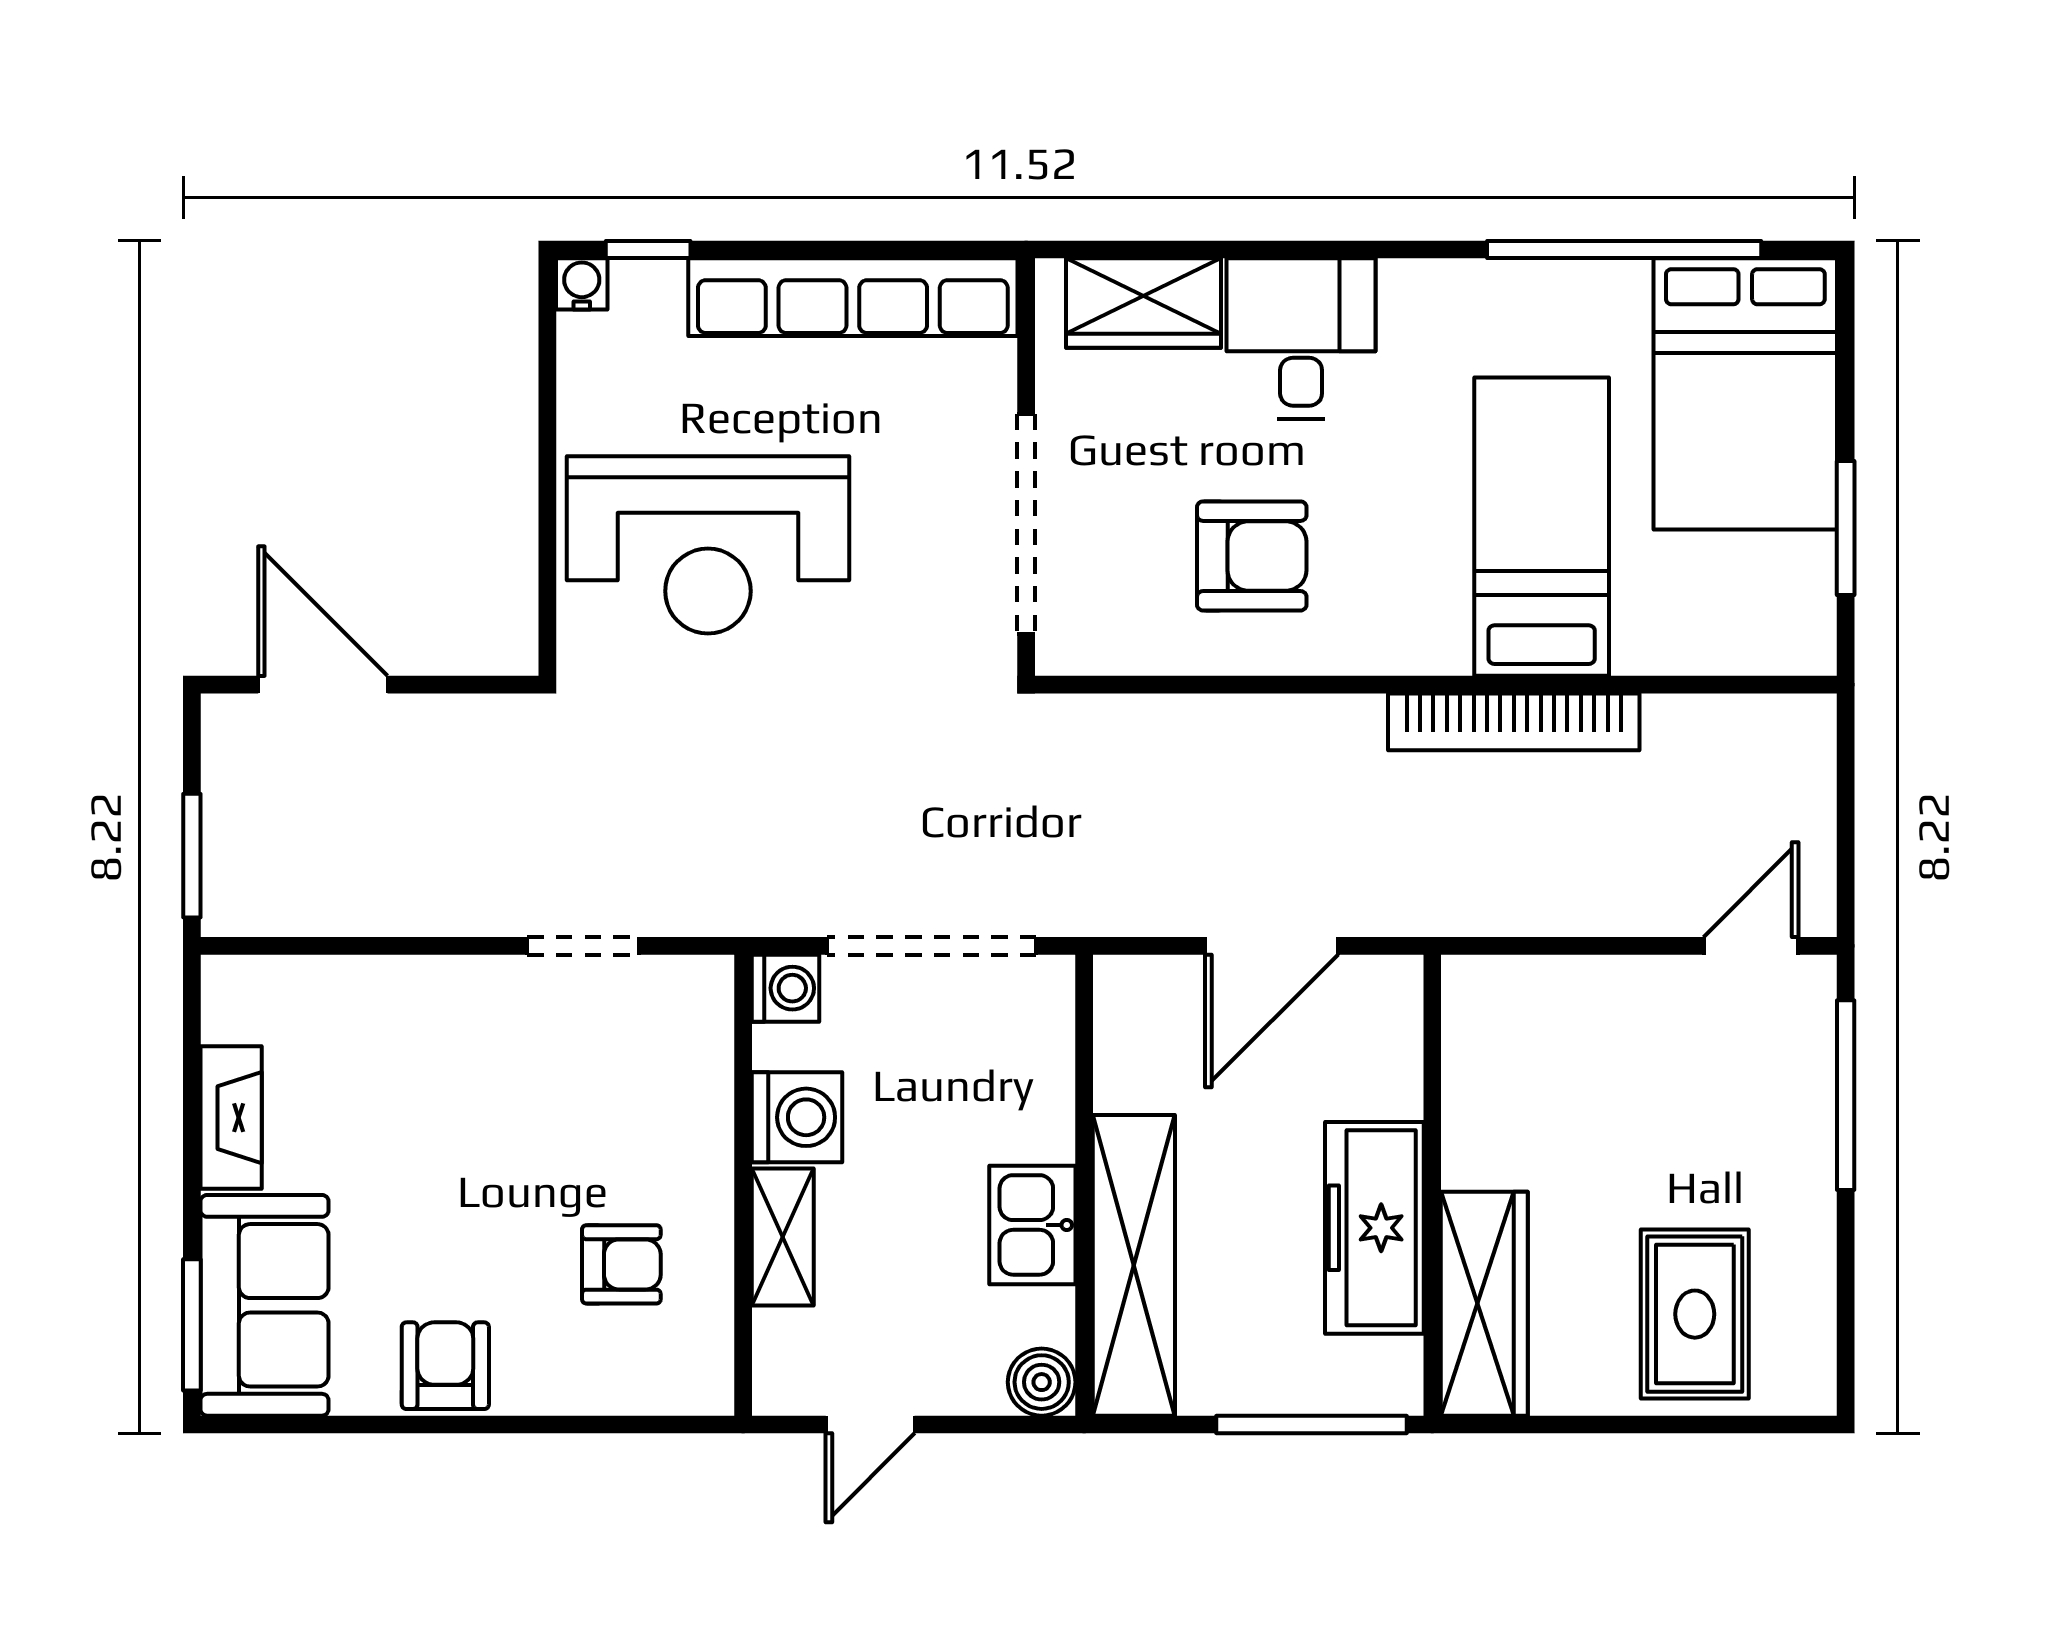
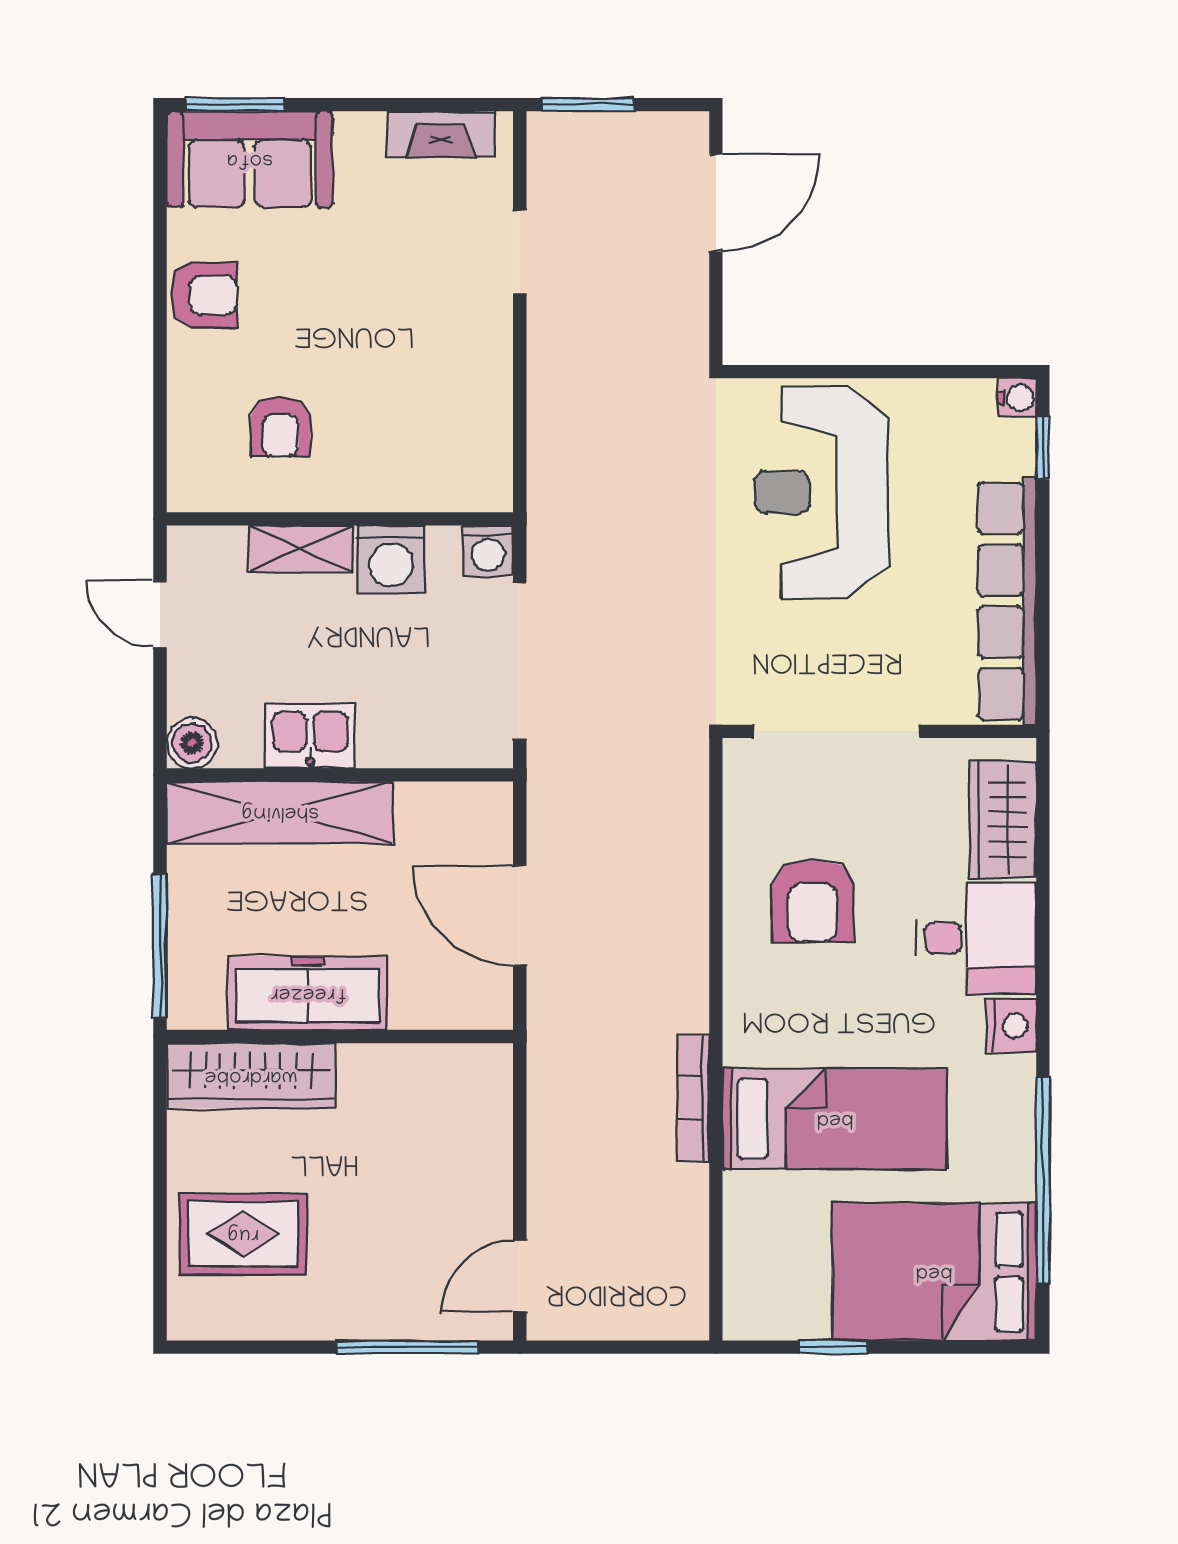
nightstand: (1417, 291) -> (1011, 1025), added
window: (1846, 528) -> (834, 1347), width x0.67
bookcase: (1514, 722) -> (693, 1098), width x0.68, depth x0.76
doorway: (583, 946) -> (520, 252), moved
door: (1751, 946) -> (520, 1276), swing flipped
fireplace: (231, 1118) -> (441, 134), moved

